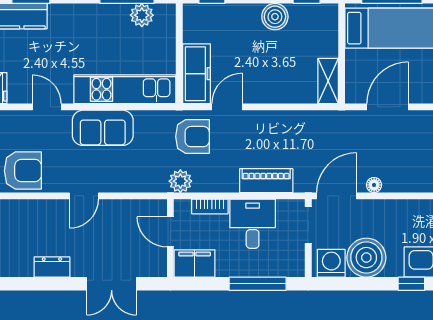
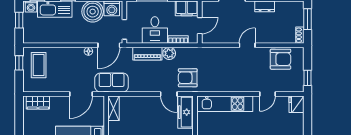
door: (47, 107) -> (267, 94), hinge flipped
door: (227, 107) -> (169, 94), hinge flipped
sofa: (103, 128) -> (112, 83), moved
armchair: (23, 171) -> (280, 59), turned 180
plant: (180, 181) -> (169, 53), moved
door: (170, 232) -> (200, 26), hinge flipped

